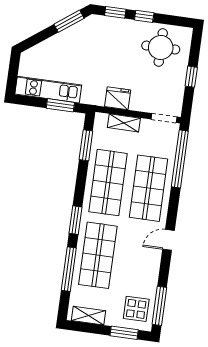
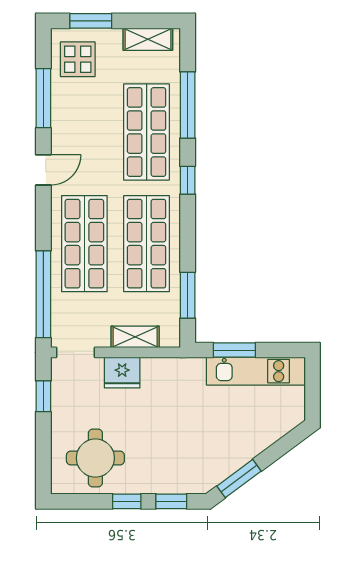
window: (191, 77) -> (43, 396), moved
fridge: (118, 98) -> (122, 373), moved
window: (76, 220) -> (188, 180), width x0.67
window: (159, 306) -> (43, 98), moved

